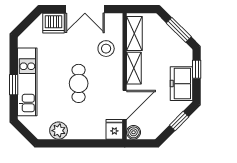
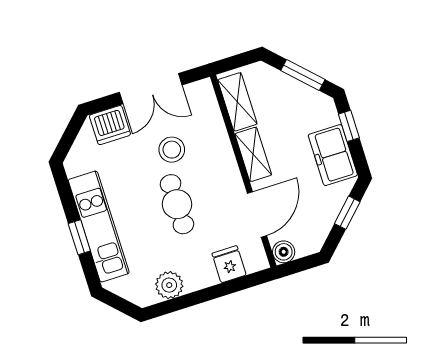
stool: (106, 49) -> (172, 150), moved
fridge: (114, 129) -> (229, 264), moved

